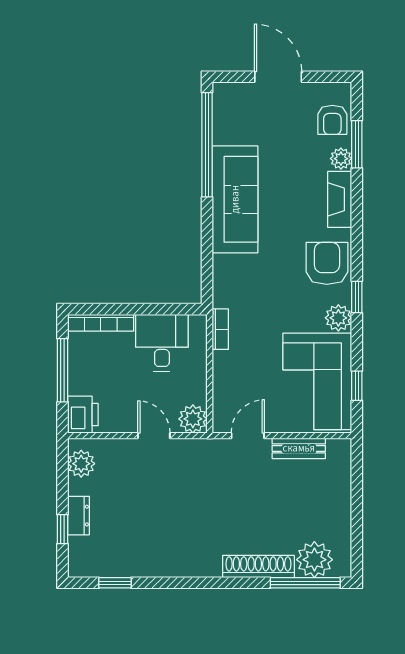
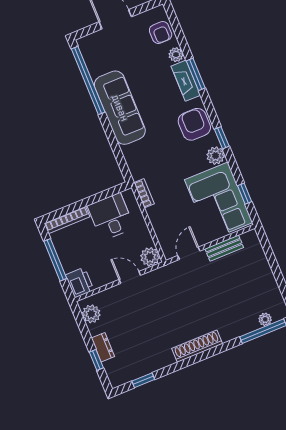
window: (357, 144) -> (196, 74), moved
plant: (314, 560) -> (265, 319), width x0.53, depth x0.53
shoe rack: (258, 567) -> (197, 346), moved

